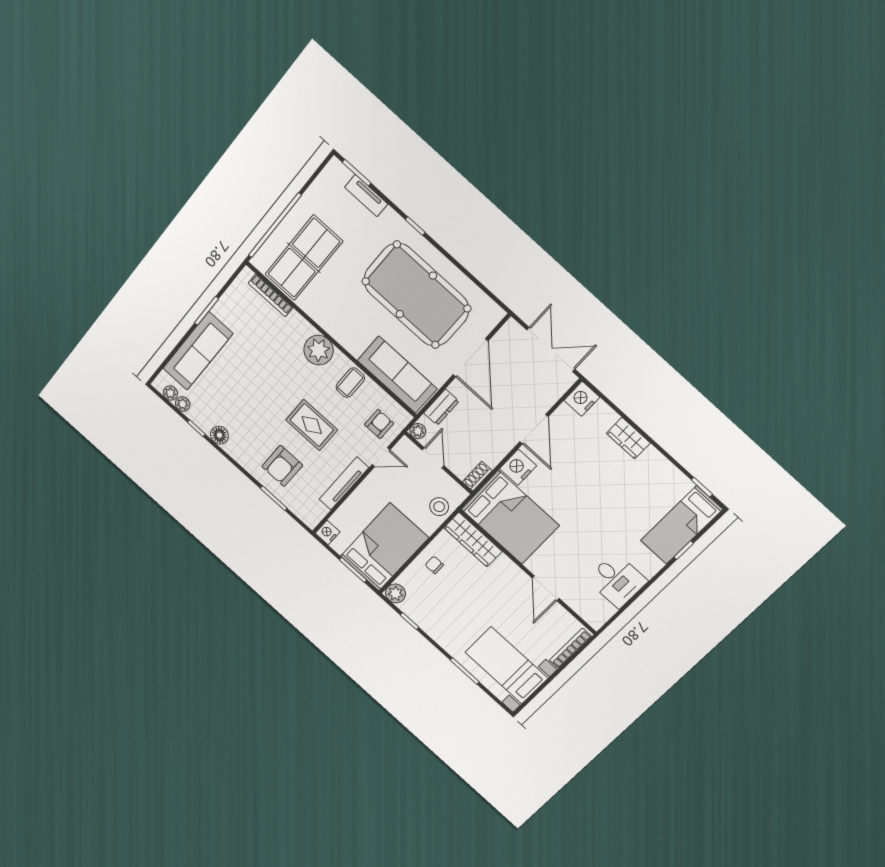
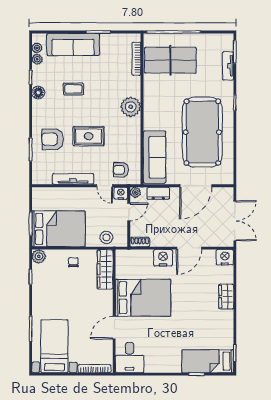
coffee table: (350, 383) -> (73, 89), moved
armchair: (379, 424) -> (121, 170), turned 180
rug: (312, 425) -> (89, 136), turned 90
bed: (510, 517) -> (143, 298), moved, turned -90
nightstand: (328, 533) -> (121, 193), moved
desk: (617, 580) -> (130, 358), moved

